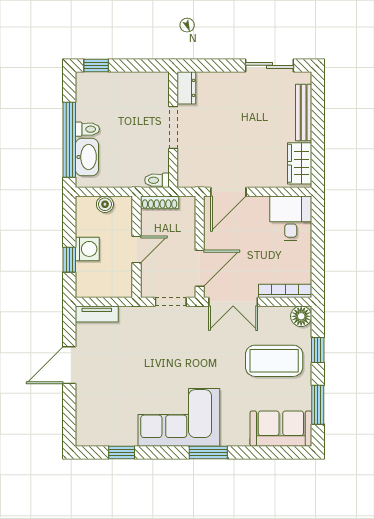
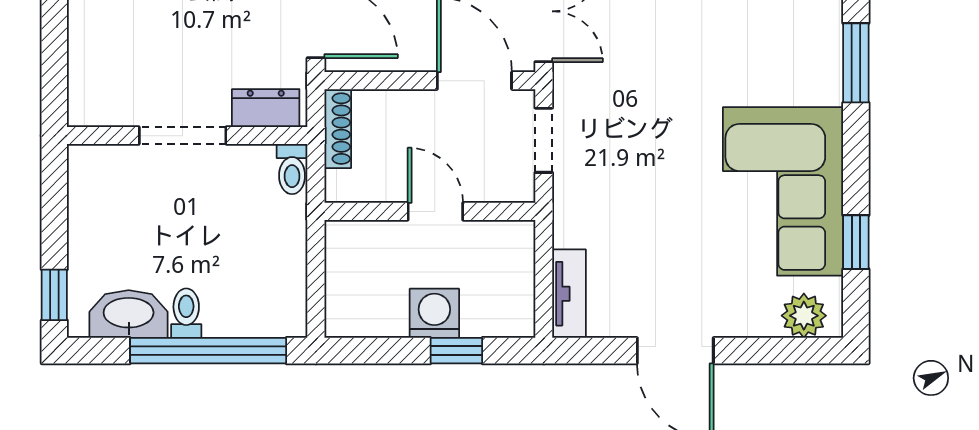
dresser: (186, 88) -> (266, 108), moved
washbasin: (87, 157) -> (129, 314), moved
shoe rack: (160, 202) -> (338, 129), moved
boiler: (105, 204) -> (342, 277), removed
corner sofa: (179, 417) -> (783, 191), moved
plant: (86, 427) -> (804, 316), added

